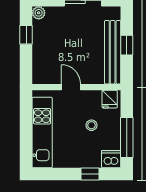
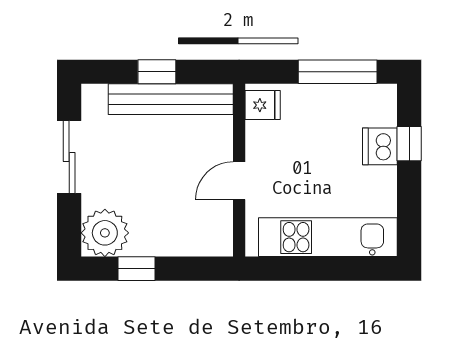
plant: (39, 13) -> (105, 233), width x1.88, depth x1.88
stool: (91, 125) -> (314, 141), removed
dishwasher: (111, 159) -> (380, 146), moved

